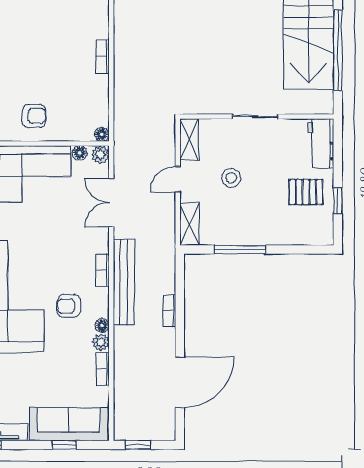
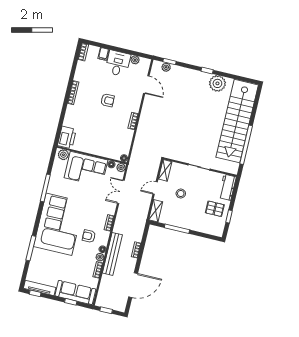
armchair: (34, 116) -> (107, 100), moved
bench: (124, 282) -> (112, 254), moved

